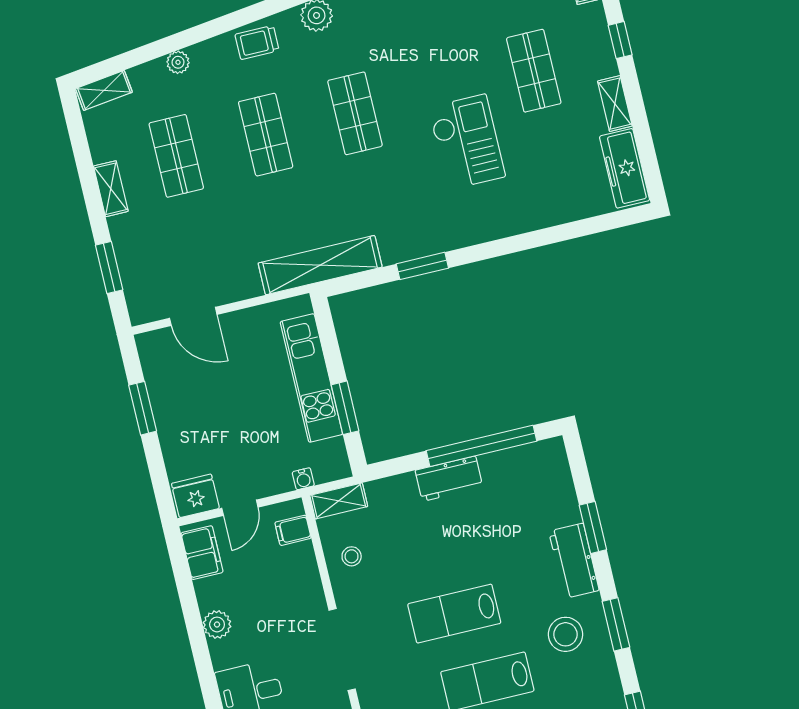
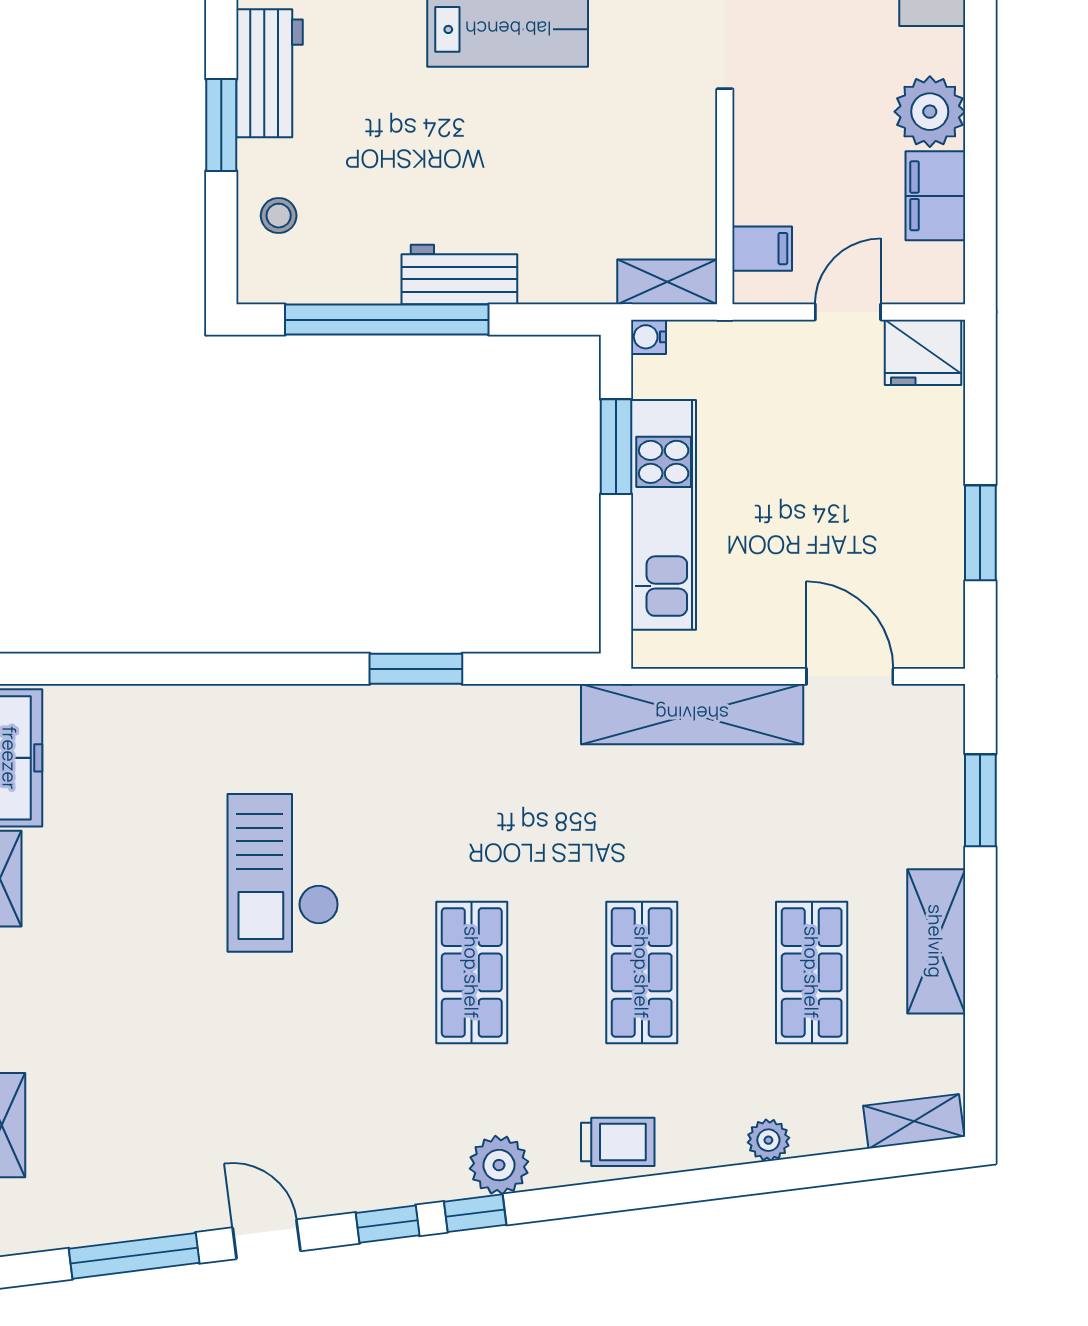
shop shelf: (534, 71) -> (132, 972), removed
shelving: (111, 189) -> (936, 941), width x1.50, depth x1.33
shelving: (320, 265) -> (692, 714), moved
water cooler: (303, 479) -> (648, 337), moved, turned -90
filing cabinet: (202, 553) -> (935, 196), moved
stool: (352, 556) -> (279, 216), moved
plant: (217, 624) -> (930, 112), width x1.36, depth x1.36

